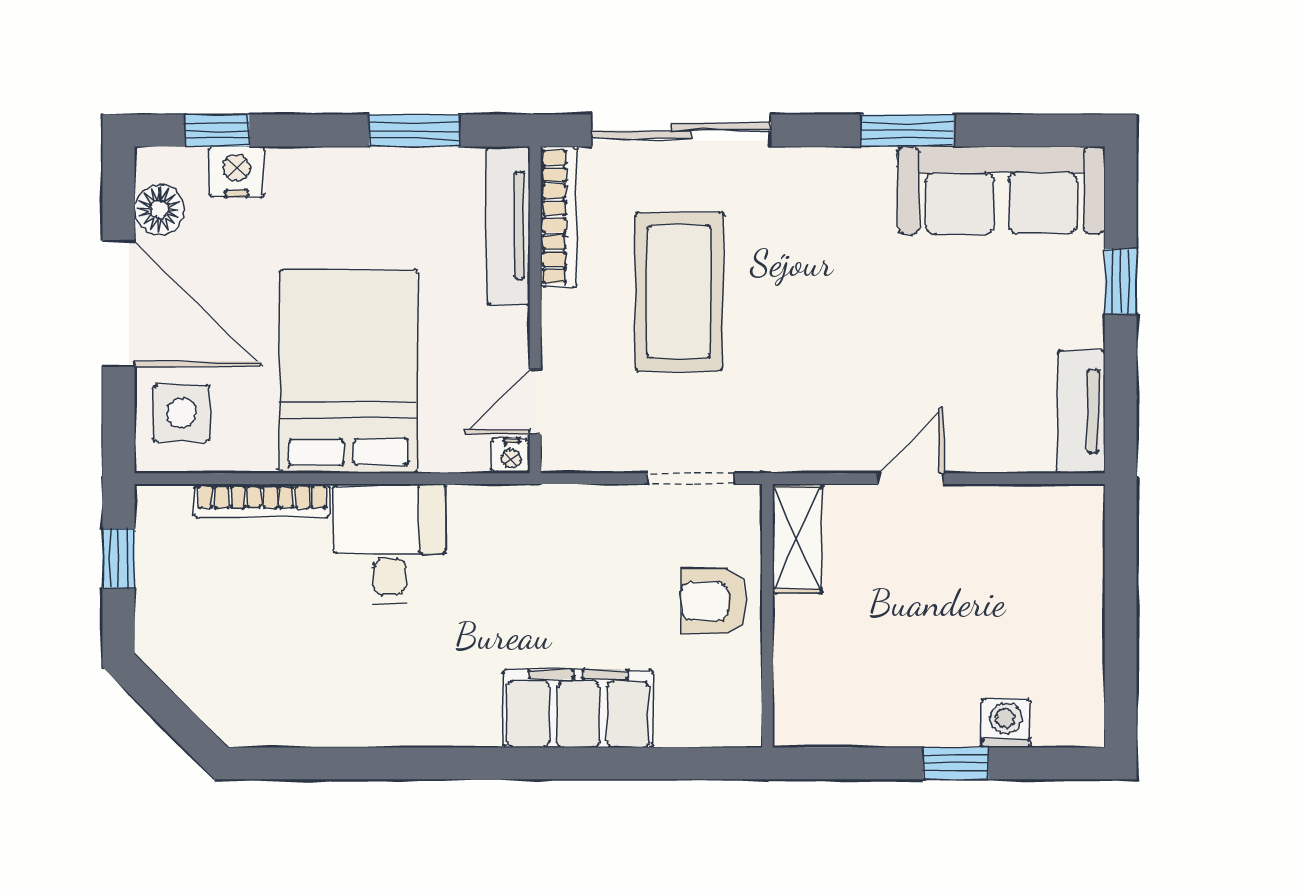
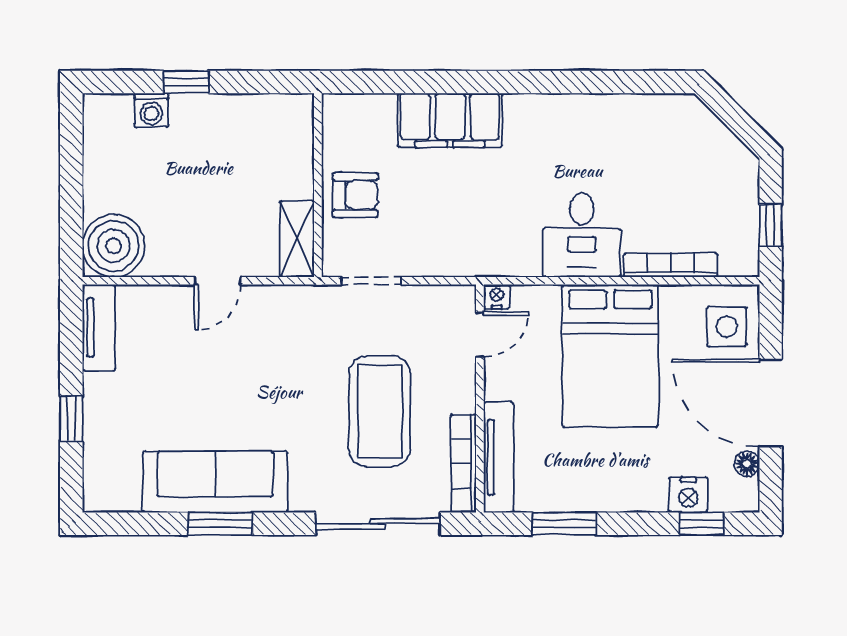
sofa: (1001, 190) -> (215, 482), moved
floor lamp: (159, 209) -> (747, 464), width x0.73, depth x0.73
boiler: (1060, 529) -> (114, 246), added

